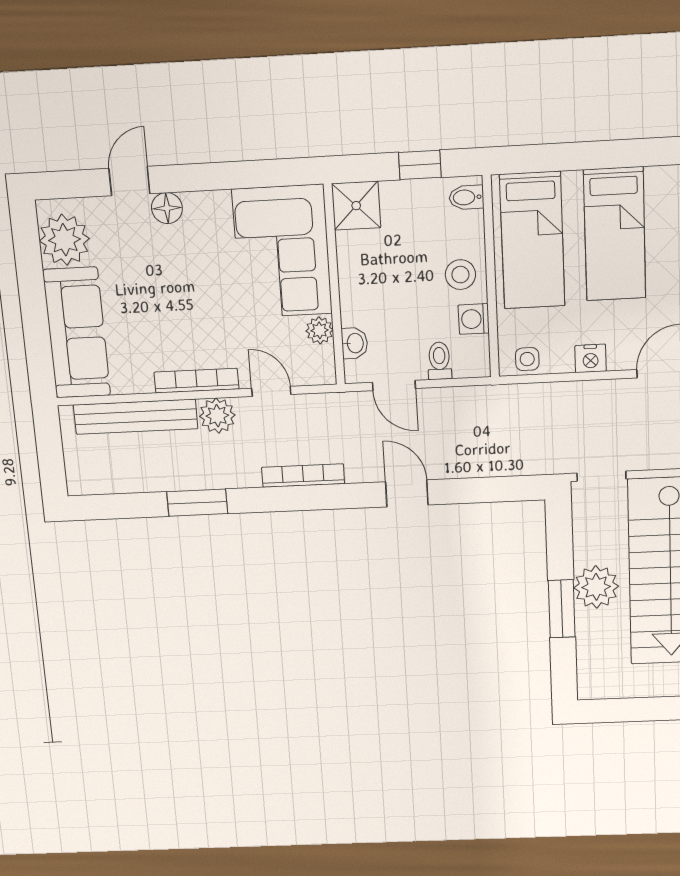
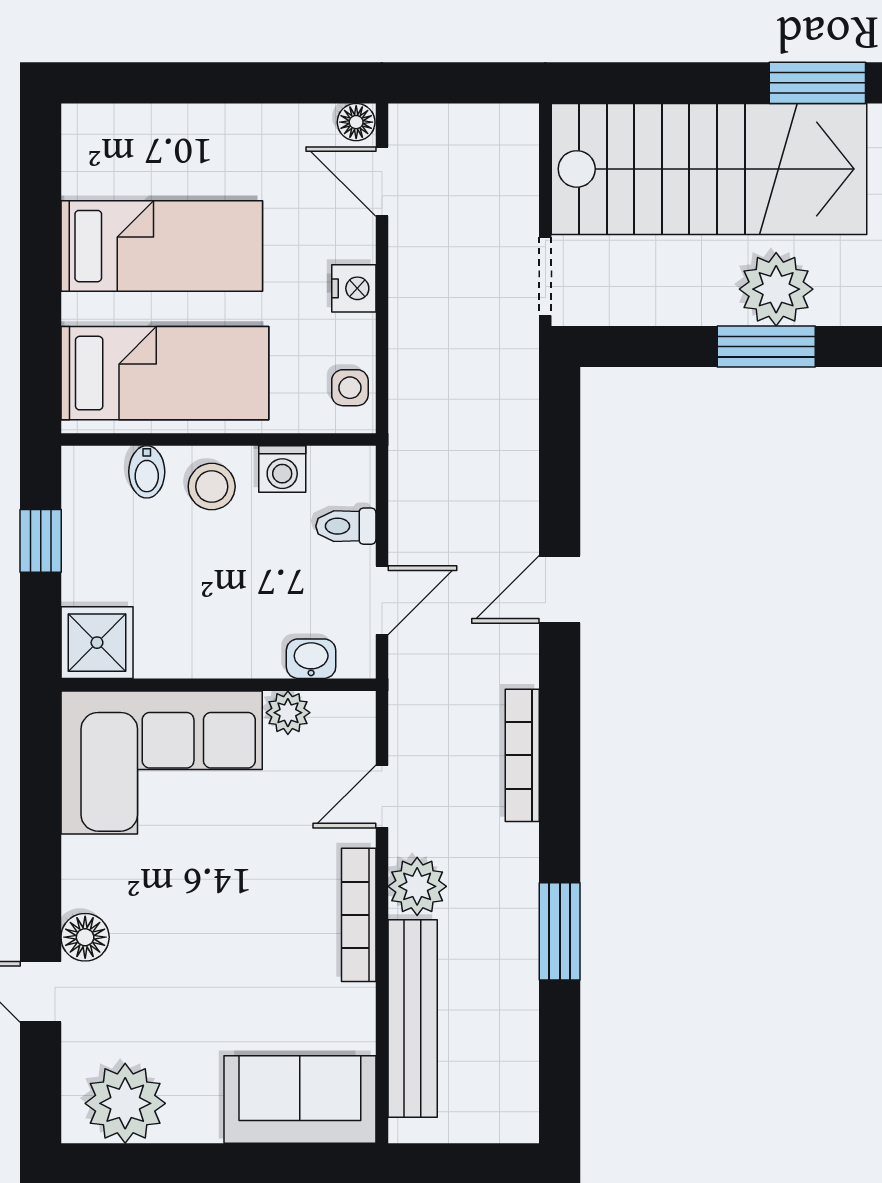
bidet: (466, 197) -> (147, 472), moved
sofa: (77, 333) -> (300, 1100), width x0.73
plant: (596, 587) -> (776, 289), moved

